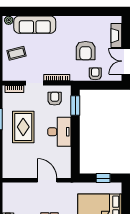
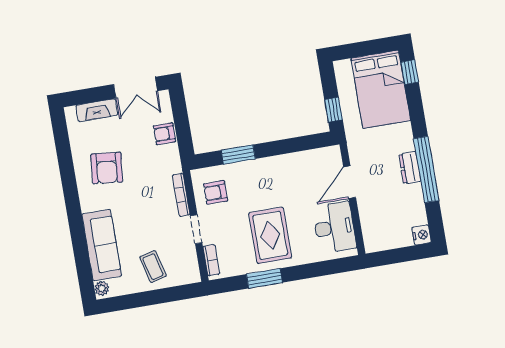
armchair: (86, 51) -> (107, 168), moved, turned 96
window: (75, 105) -> (238, 154), moved
rug: (23, 127) -> (270, 235), turned 90
desk: (59, 132) -> (334, 227), moved, turned 90
window: (103, 178) -> (333, 110), moved

